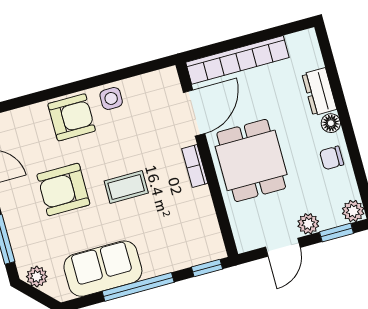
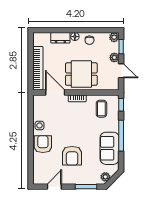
coffee table: (126, 187) -> (101, 109), moved

